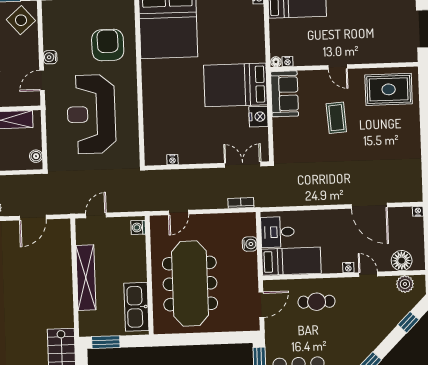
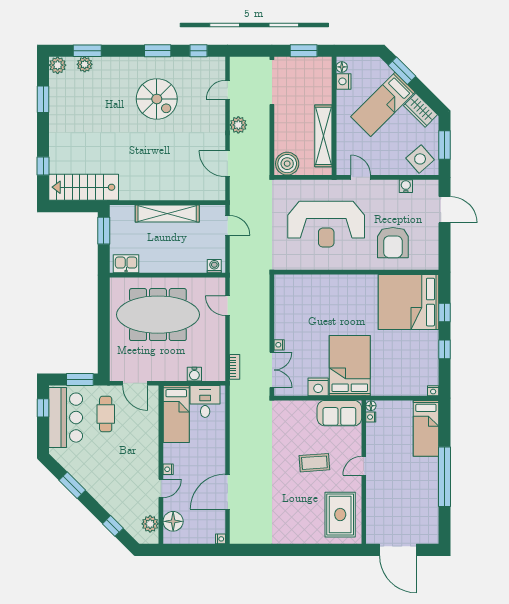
armchair: (108, 45) -> (393, 243), turned 91
water cooler: (50, 57) -> (406, 186), moved
reception desk: (91, 114) -> (326, 224), turned 180
boiler: (36, 156) -> (287, 164), width x1.86, depth x1.86
nightstand: (172, 160) -> (279, 345), moved
cafe table: (317, 302) -> (106, 414), moved
kitchen sink: (136, 307) -> (126, 264), width x0.53, depth x0.81

